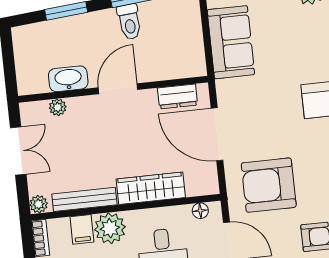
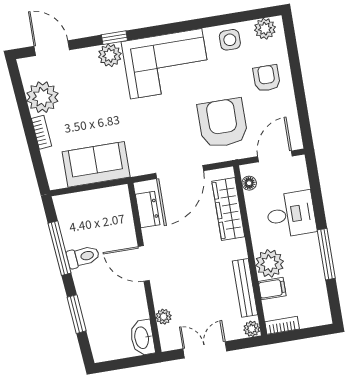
washbasin: (68, 79) -> (142, 338), moved
armchair: (269, 185) -> (223, 123), turned 180
wardrobe: (151, 188) -> (228, 209), moved

